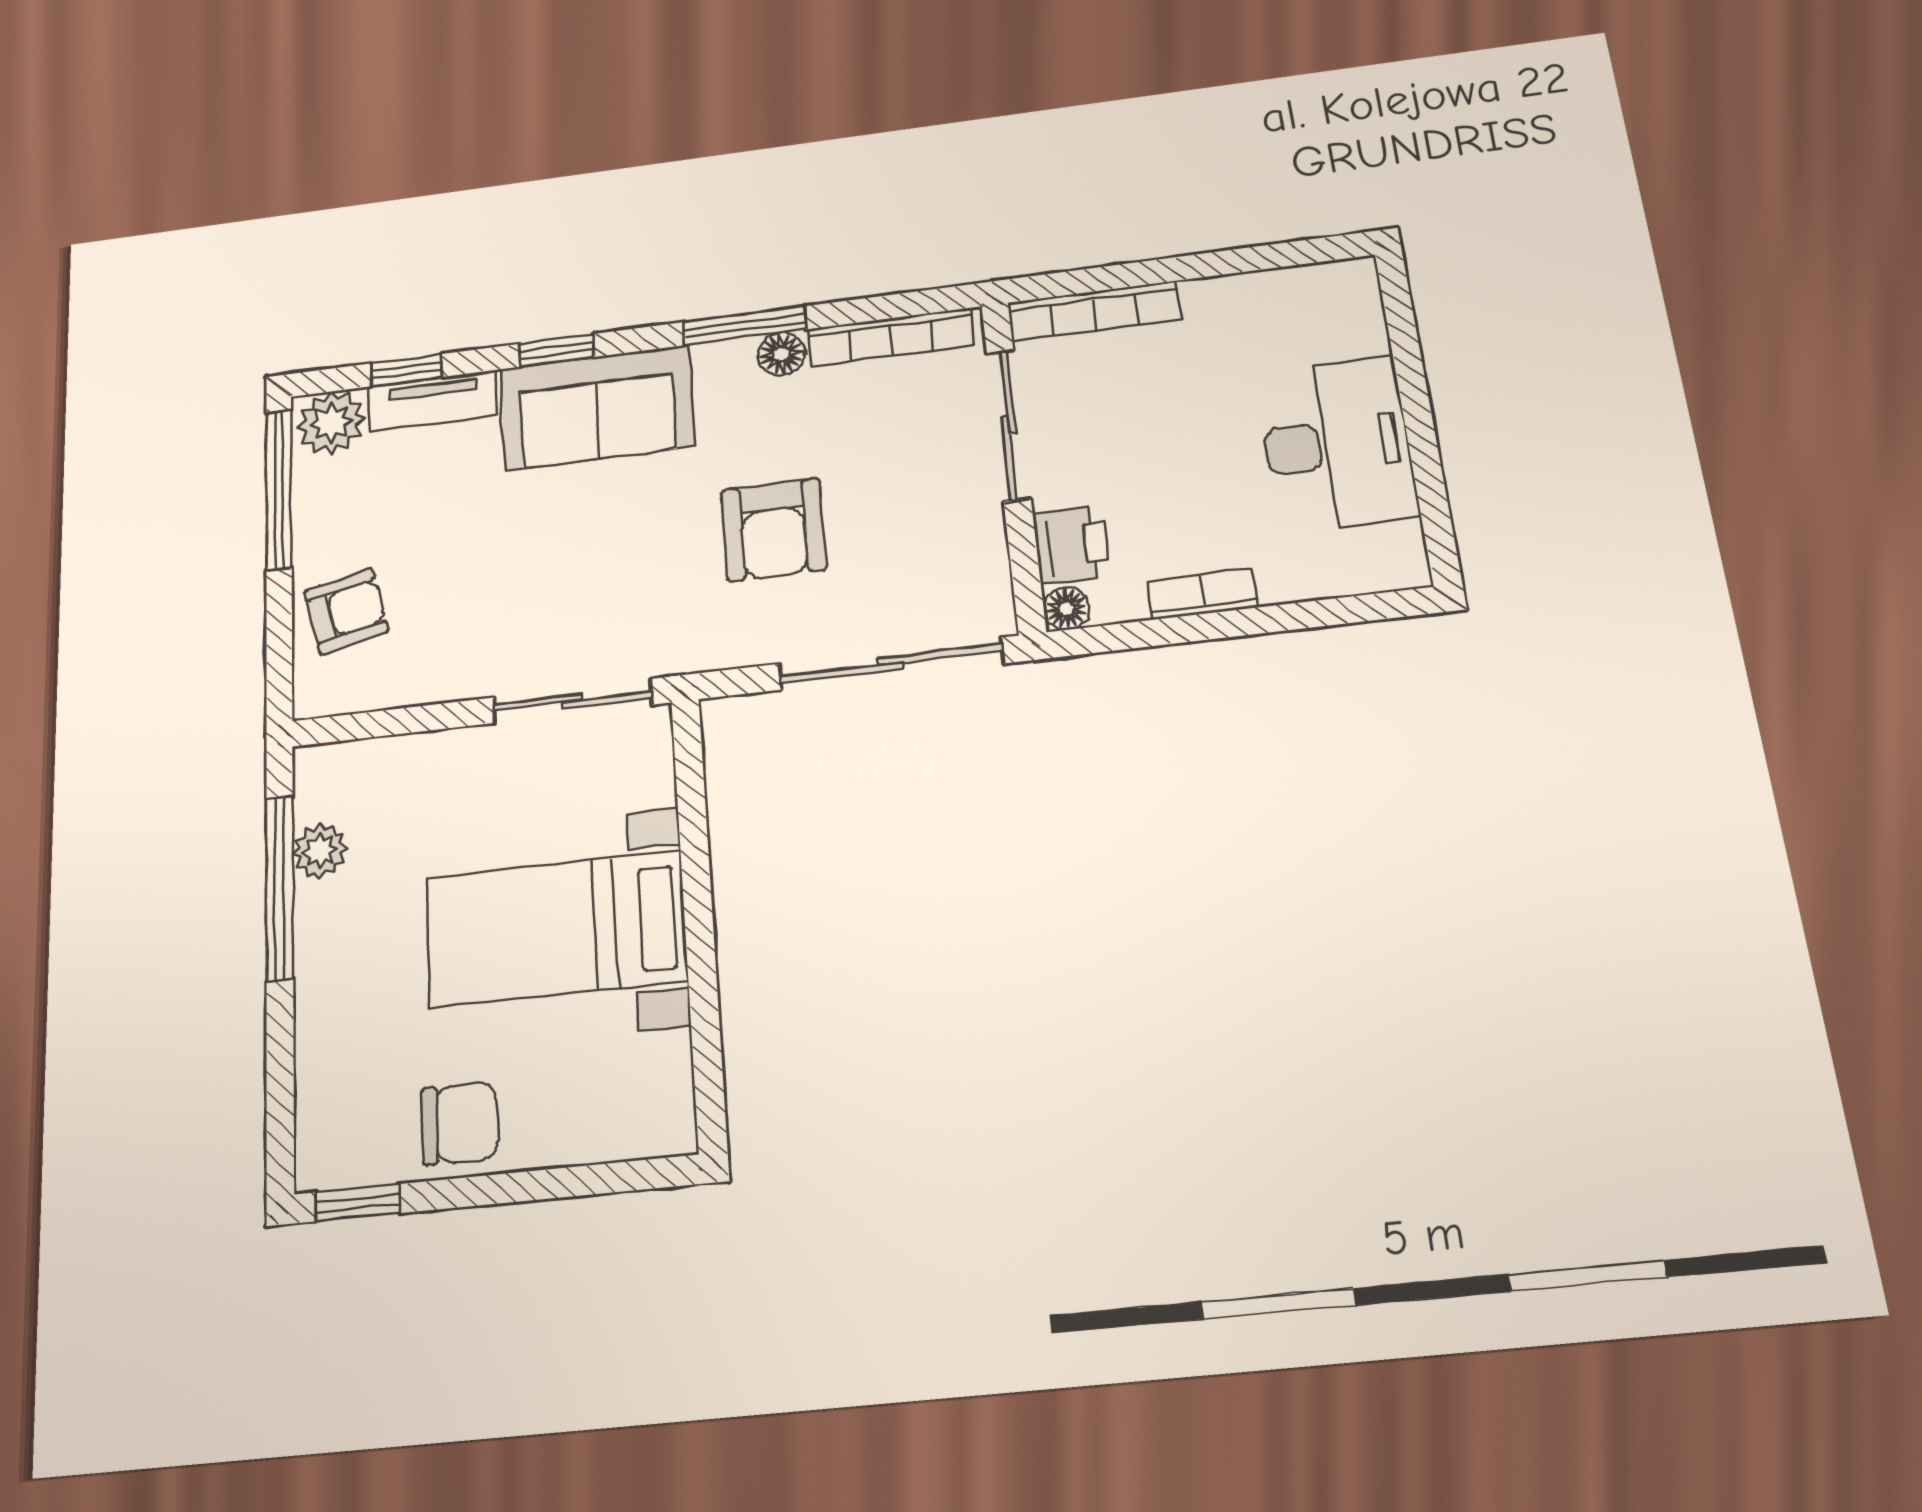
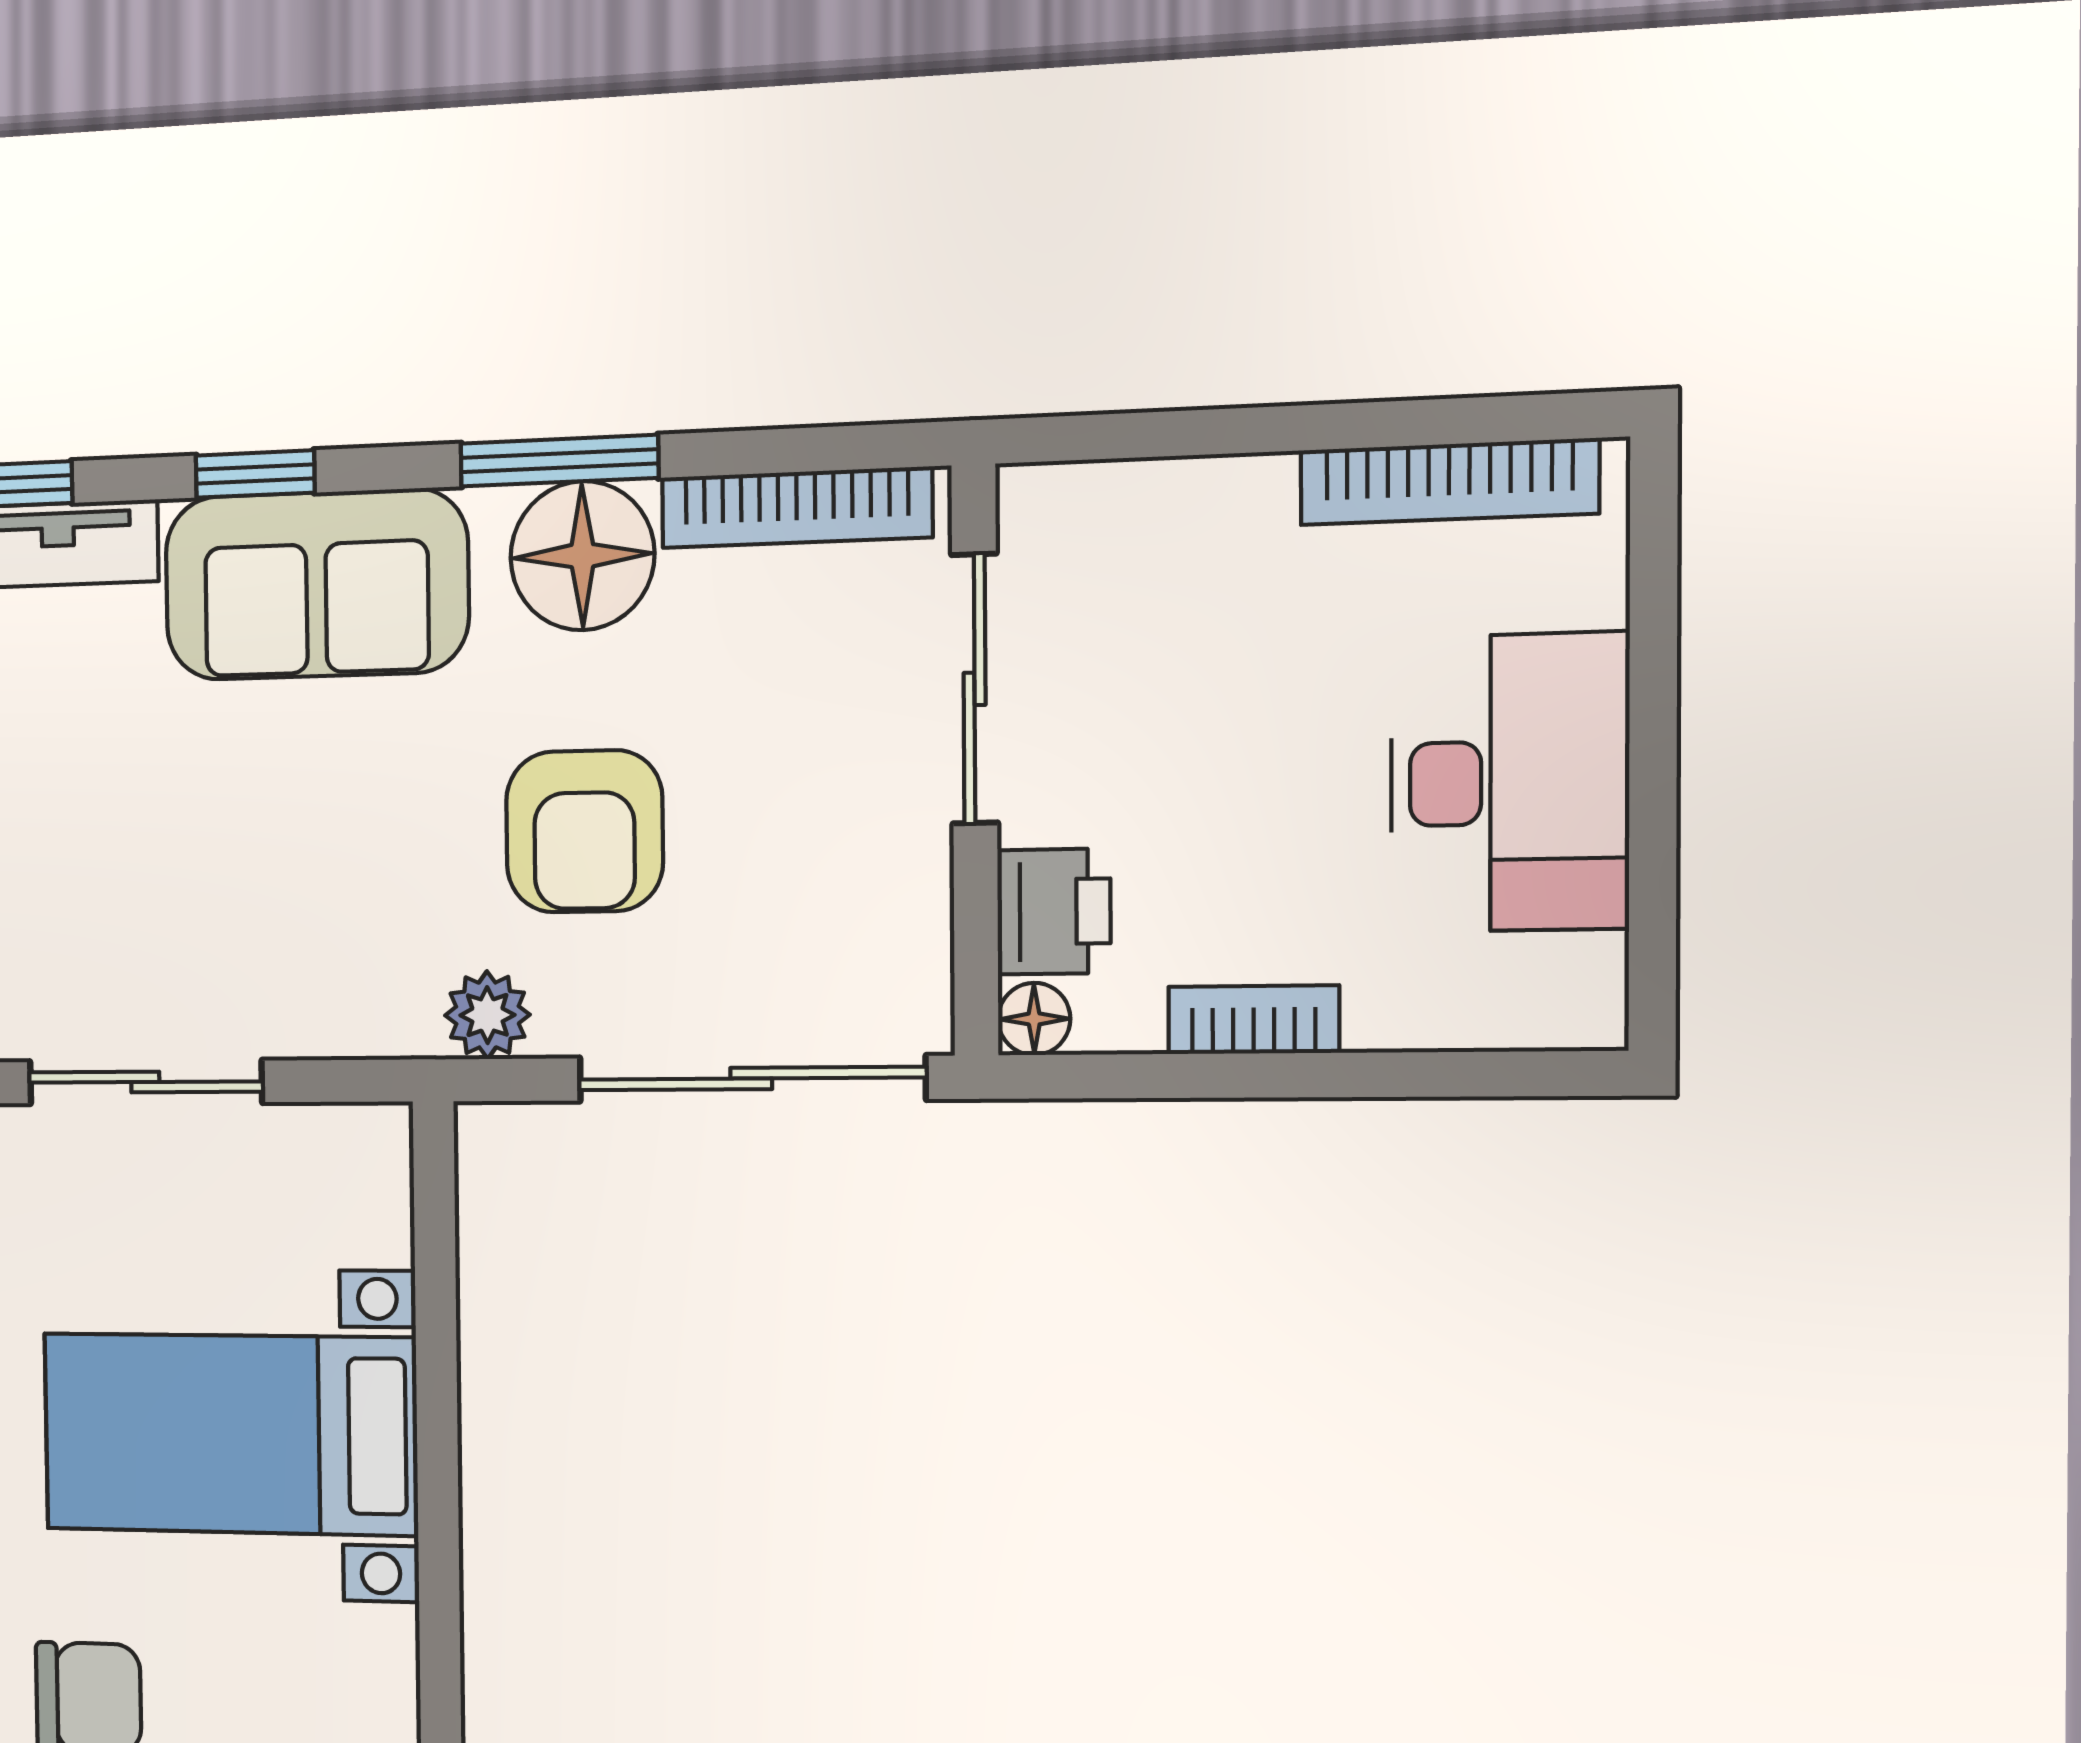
bookcase: (1094, 311) -> (1449, 482), moved
floor lamp: (781, 354) -> (582, 556), width x1.89, depth x1.89
plant: (718, 644) -> (487, 1015), added
sliding door: (572, 701) -> (145, 1082), moved

